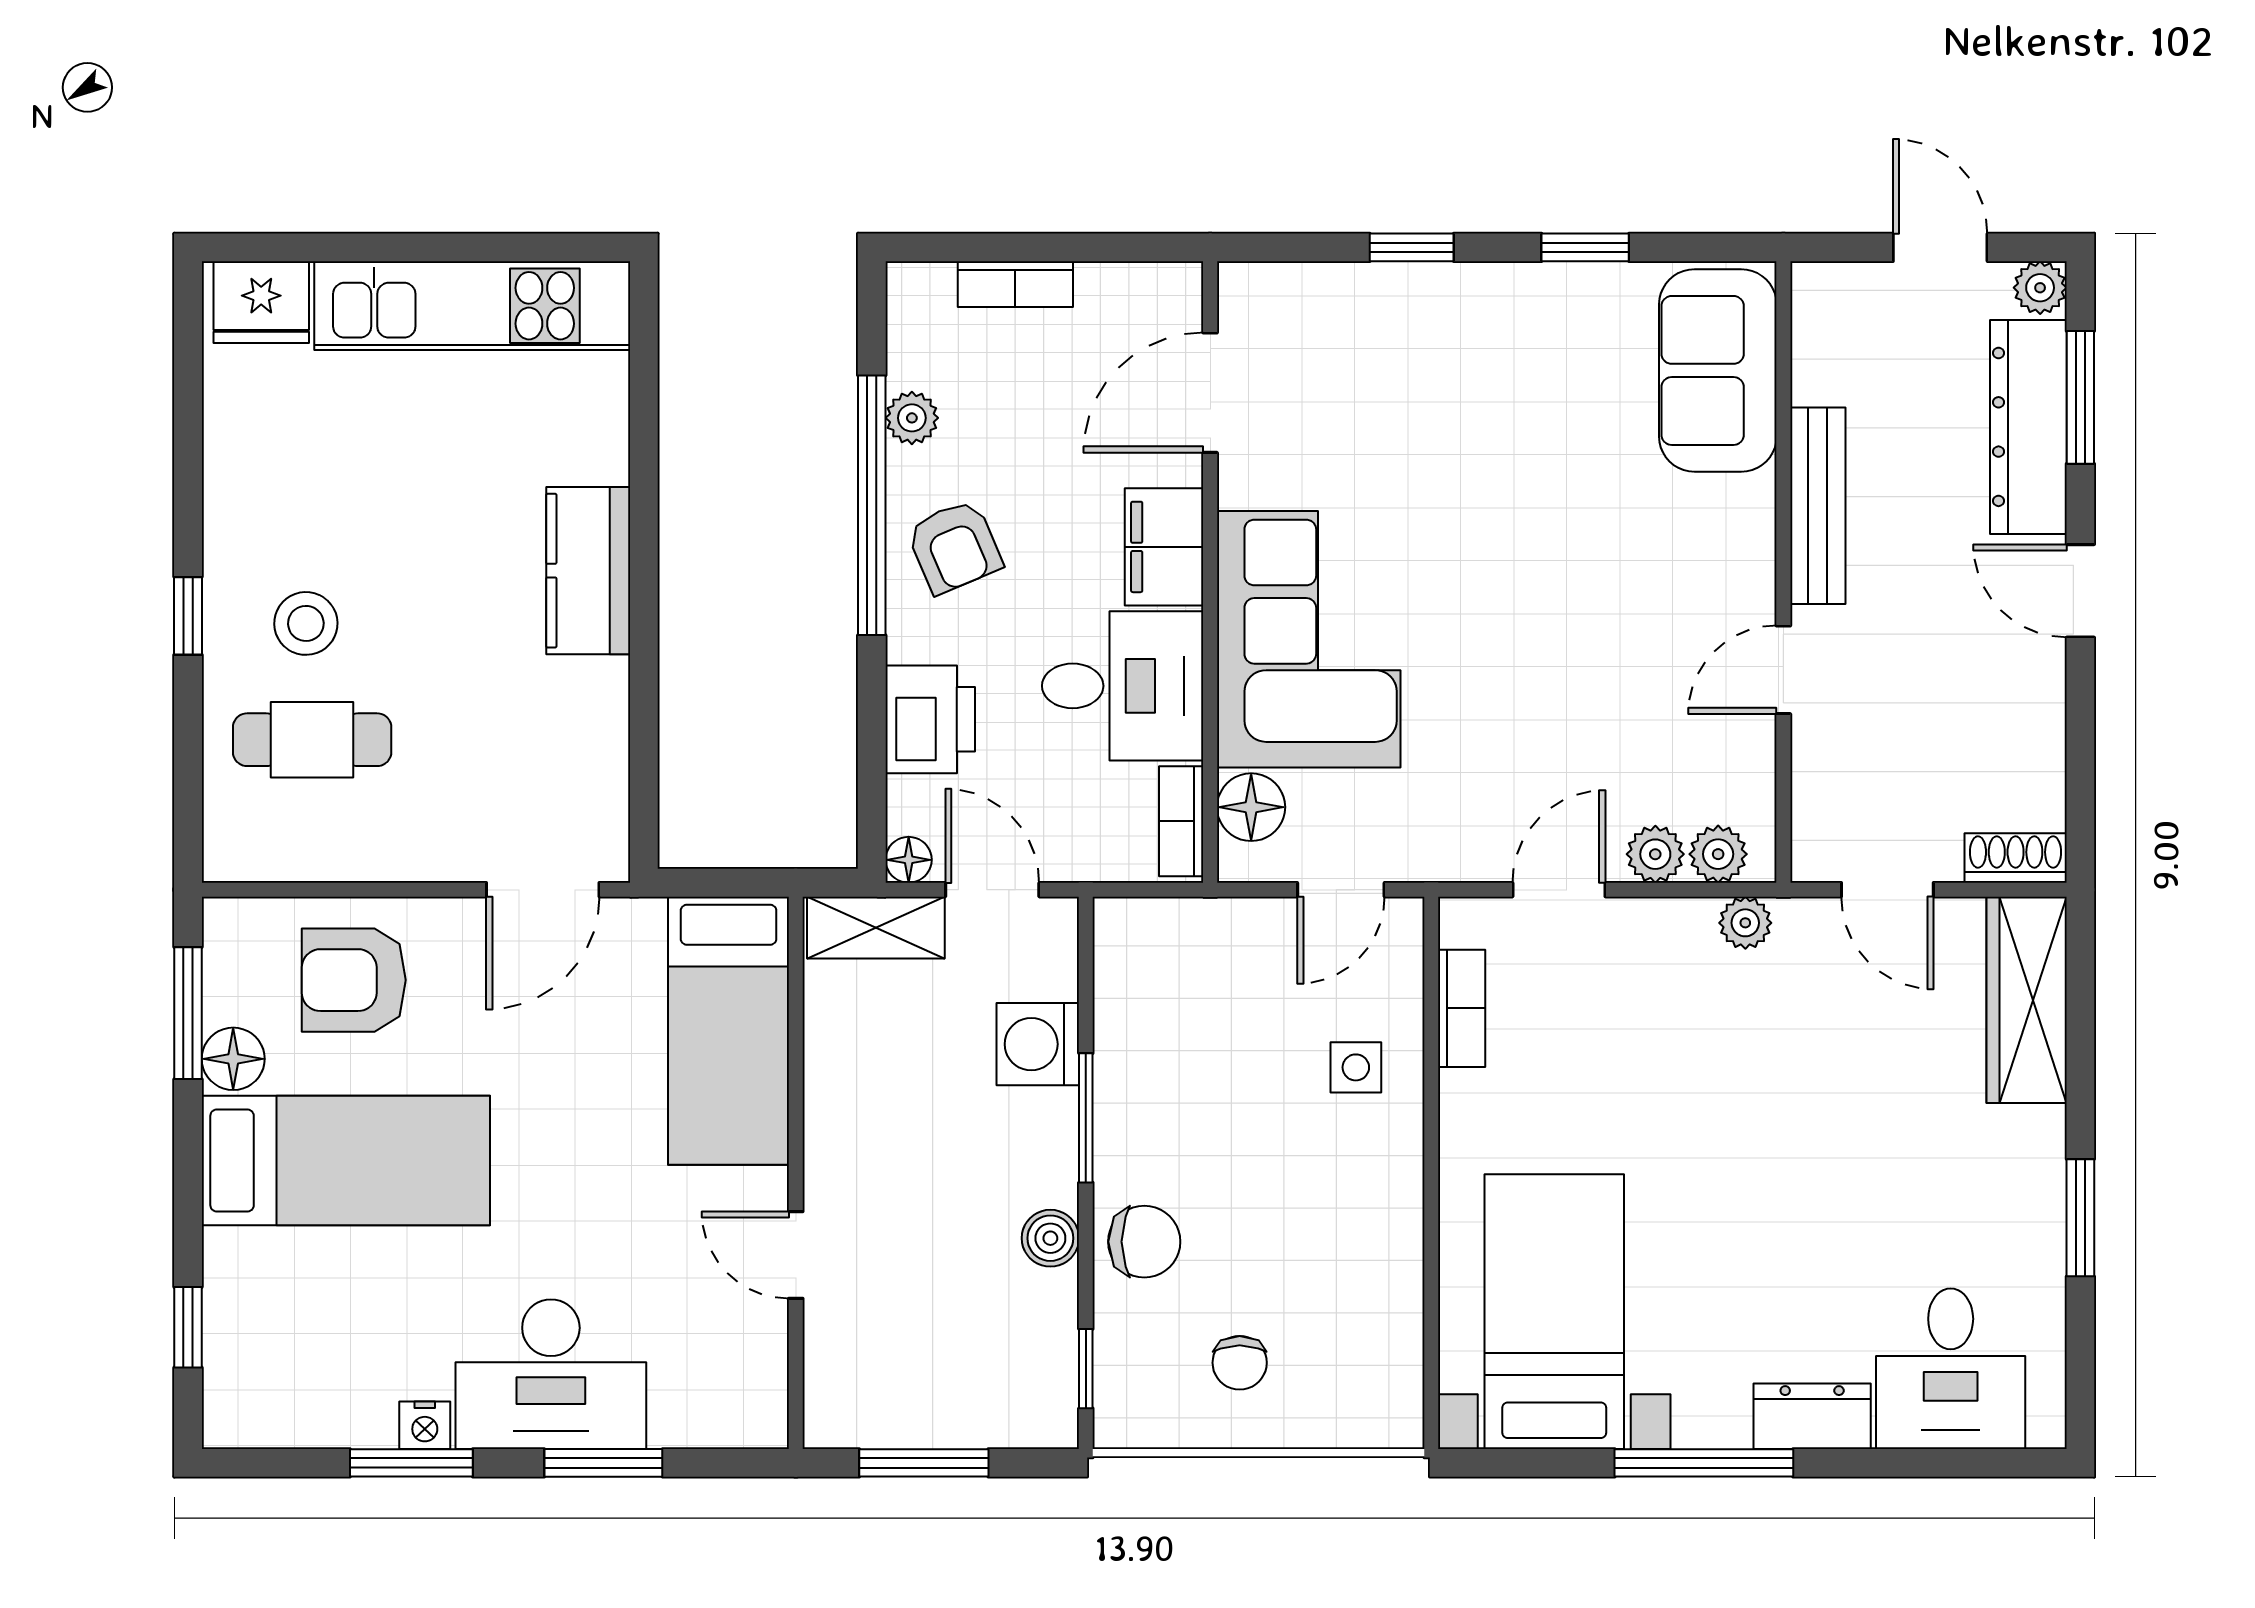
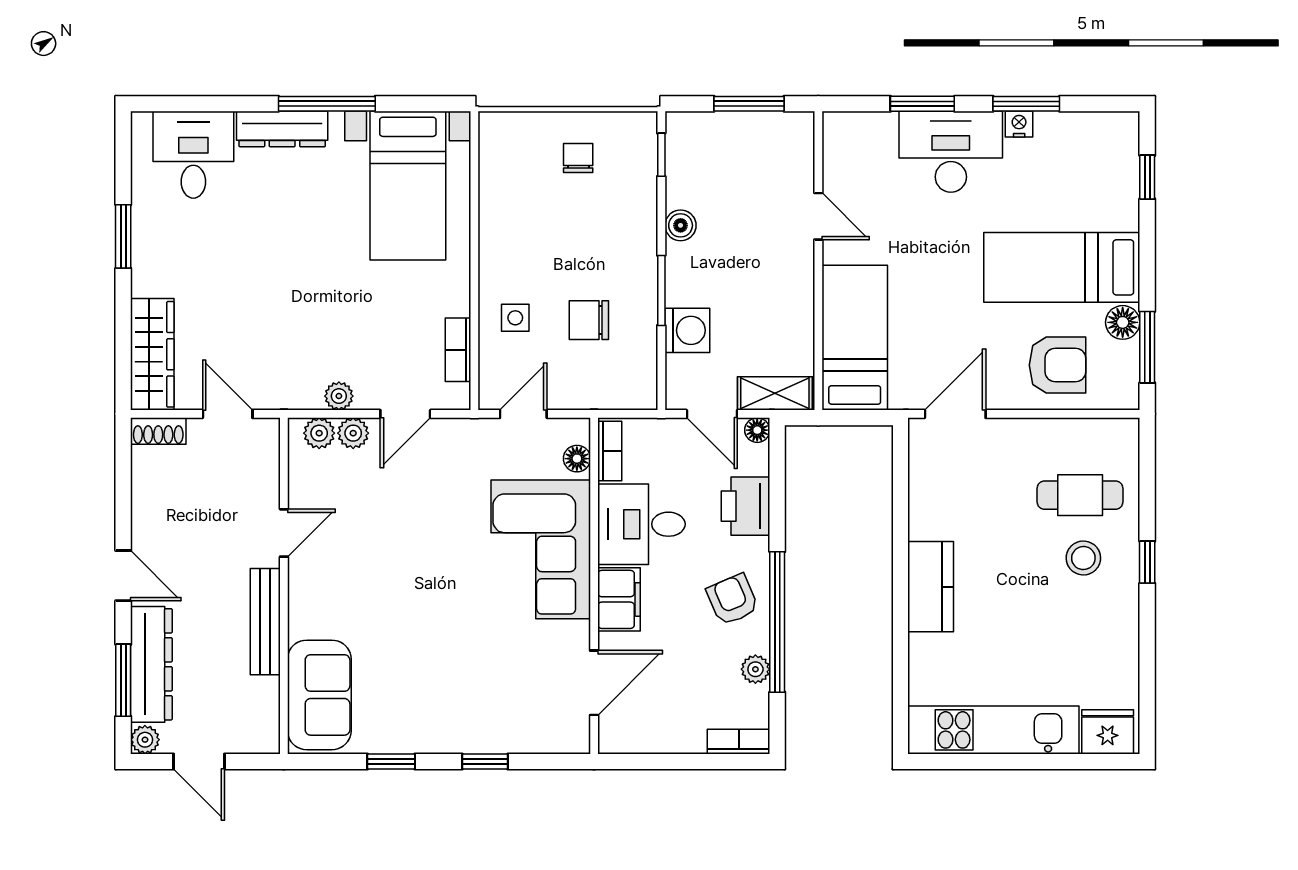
bookcase: (1015, 284) -> (739, 742), moved
floor lamp: (1251, 807) -> (577, 459), width x0.73, depth x0.73
plant: (1745, 923) -> (339, 396), moved
chair: (1144, 1242) -> (589, 320), moved
dresser: (1812, 1416) -> (282, 129), width x1.44

